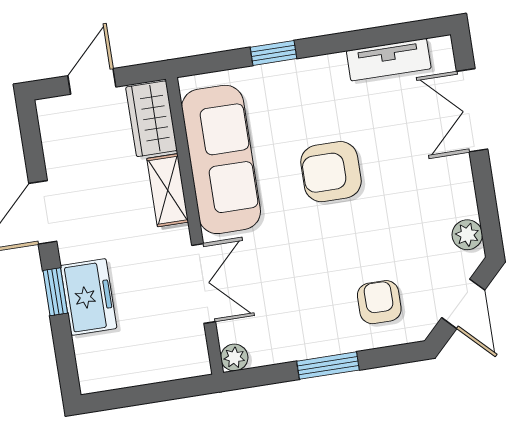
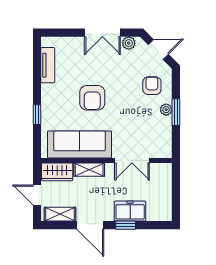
double door: (472, 110) -> (102, 33), moved
shelving: (57, 140) -> (60, 214), added
double door: (204, 283) -> (132, 160), swing flipped
armchair: (379, 302) -> (152, 86), turned 90
plant: (234, 357) -> (166, 110), moved

